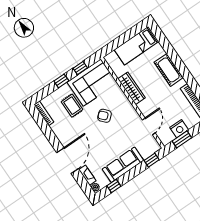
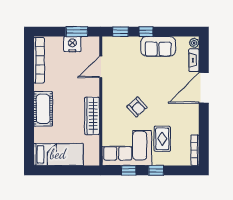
sofa: (123, 165) -> (158, 46), width x0.73
window: (114, 186) -> (146, 32), moved

